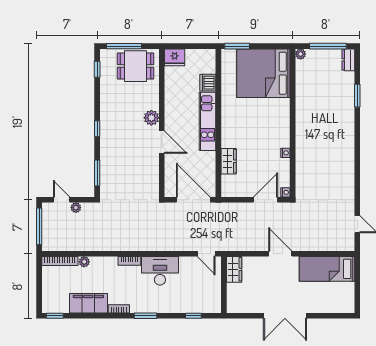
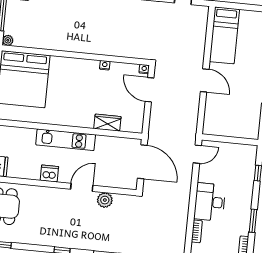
dishwasher: (208, 83) -> (49, 173), moved, turned 180
plant: (151, 118) -> (105, 200), moved
door: (193, 200) -> (142, 162), swing flipped
door: (280, 254) -> (205, 80), swing flipped
wardrobe: (234, 269) -> (216, 128), removed

